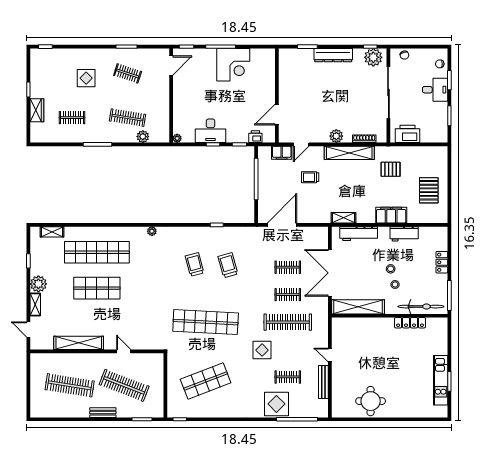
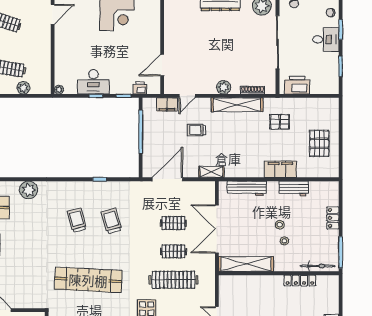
shelving: (343, 218) -> (211, 172), moved
plant: (152, 231) -> (29, 190), width x1.87, depth x1.87
bicycle: (421, 307) -> (318, 266), width x0.73, depth x0.71

